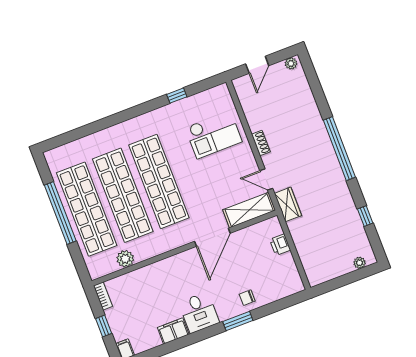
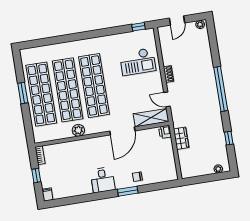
window: (177, 96) -> (139, 27), moved
wardrobe: (288, 204) -> (181, 138), moved
window: (60, 213) -> (23, 93), width x0.47
printer: (280, 245) -> (165, 132), moved
plant: (125, 259) -> (78, 130), moved
filing cabinet: (173, 331) -> (83, 189), removed

